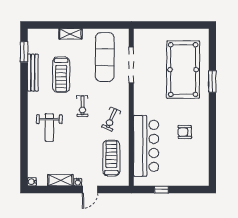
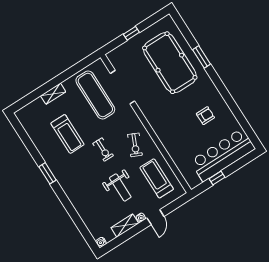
window: (167, 25) -> (131, 33), added
window: (24, 52) -> (48, 173), moved
bench: (33, 73) -> (42, 148), removed
weight bench: (49, 128) -> (120, 187), moved
armchair: (185, 132) -> (205, 116), turned 180
bar counter: (146, 146) -> (223, 155), moved, turned -90

